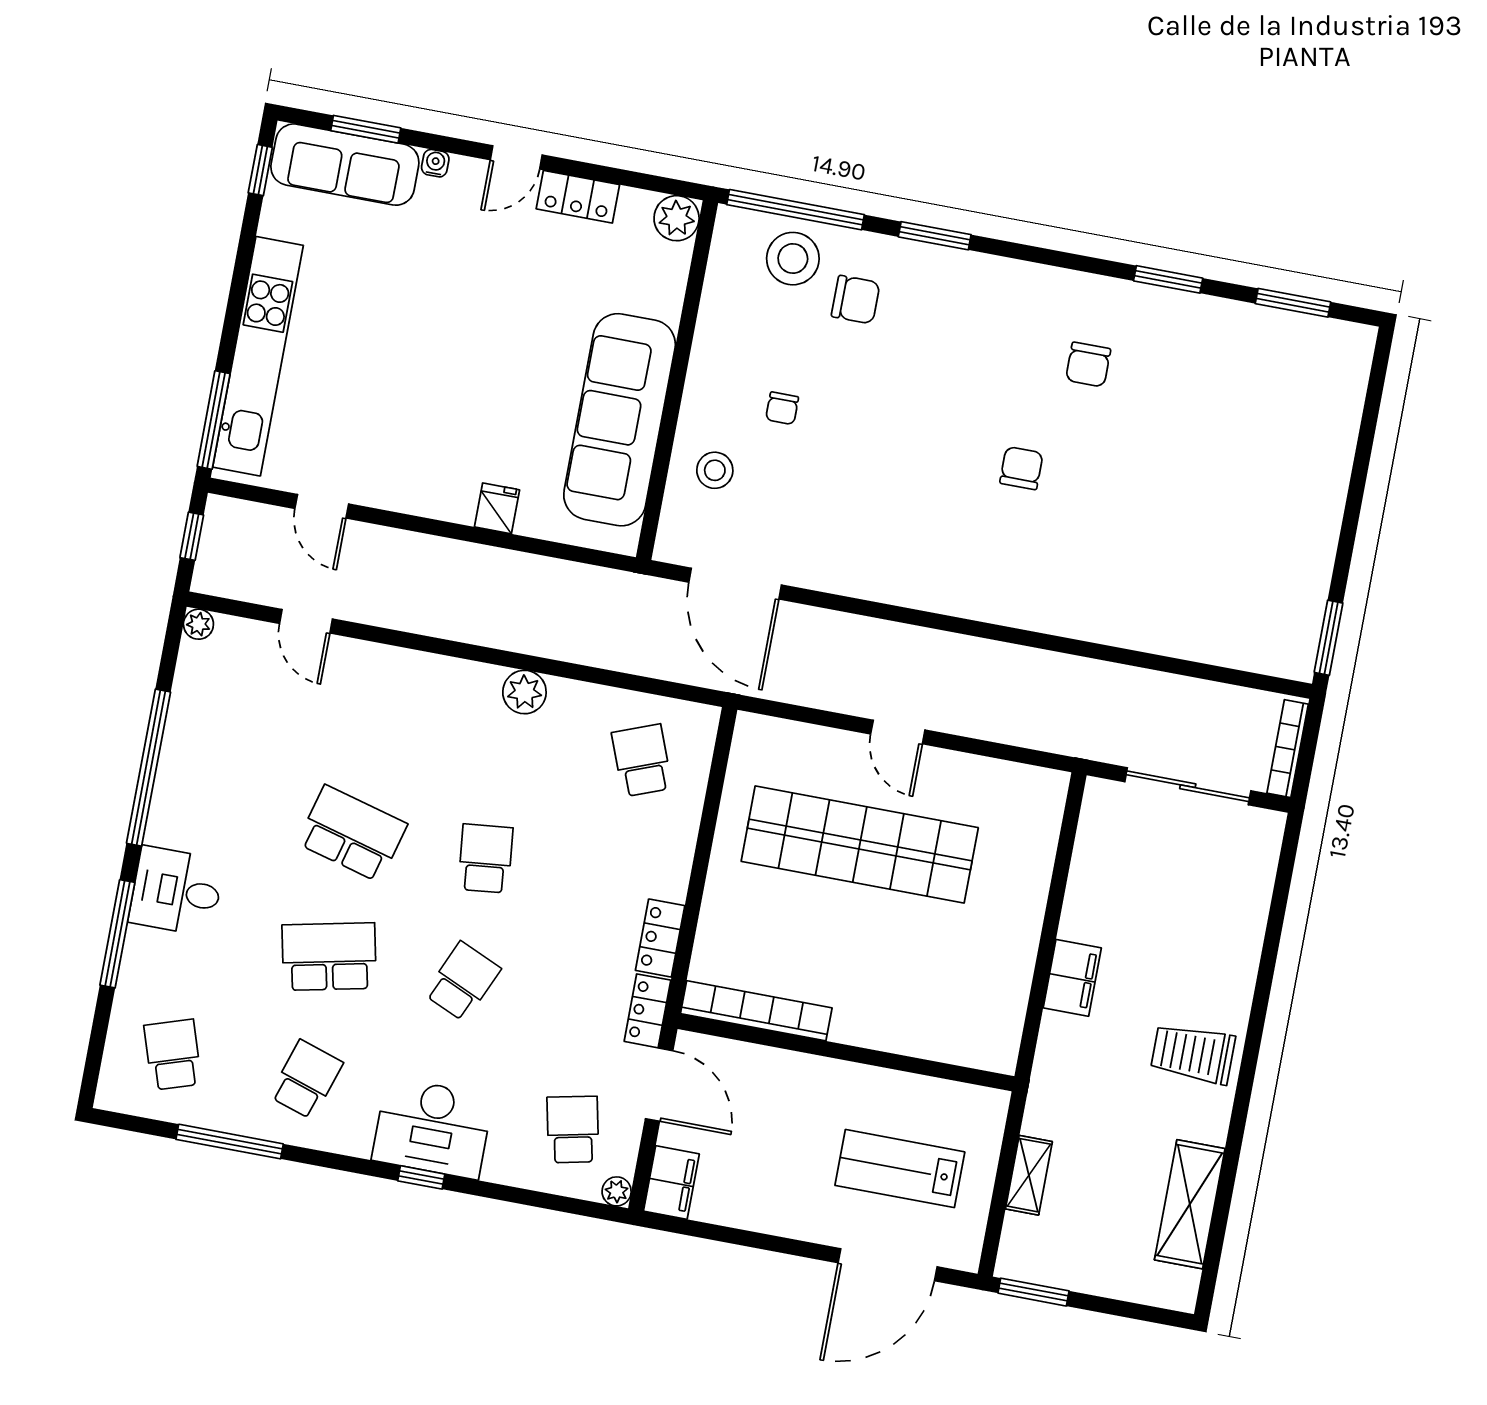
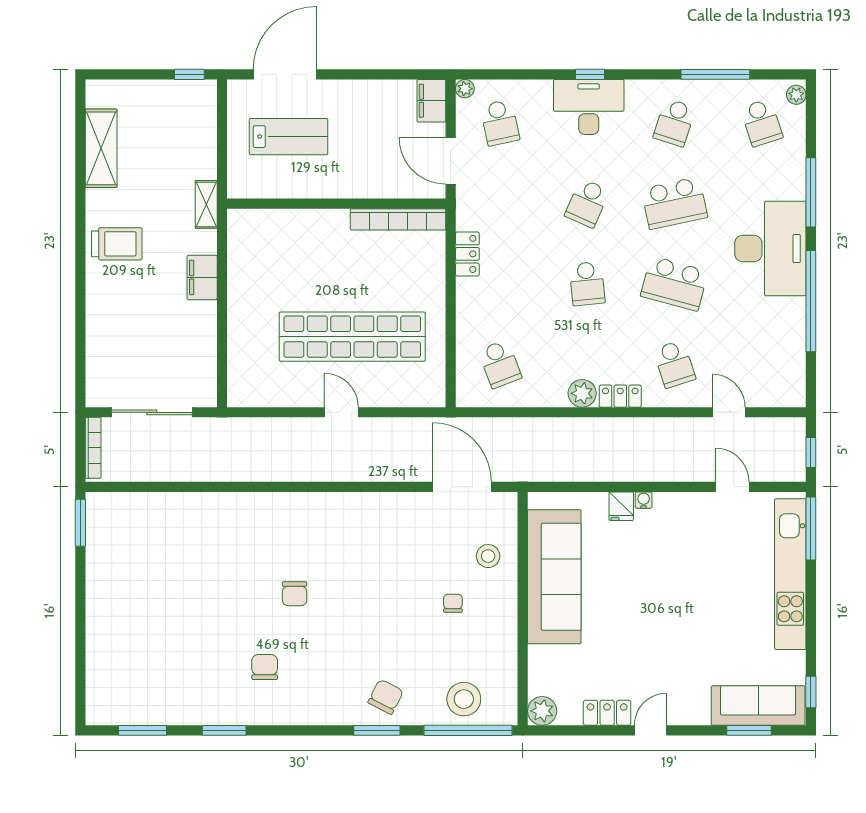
water cooler: (435, 163) -> (644, 500), moved, turned 180
chair: (856, 300) -> (386, 697), moved, turned 117
plant: (198, 624) -> (796, 95), moved
school desk: (375, 711) -> (674, 364), added
desk: (176, 891) -> (770, 248), width x1.87, depth x1.30
locker: (647, 1011) -> (620, 396), moved, turned -90
shelving: (1029, 1175) -> (206, 204), moved
window: (1034, 1292) -> (189, 74), width x0.67

